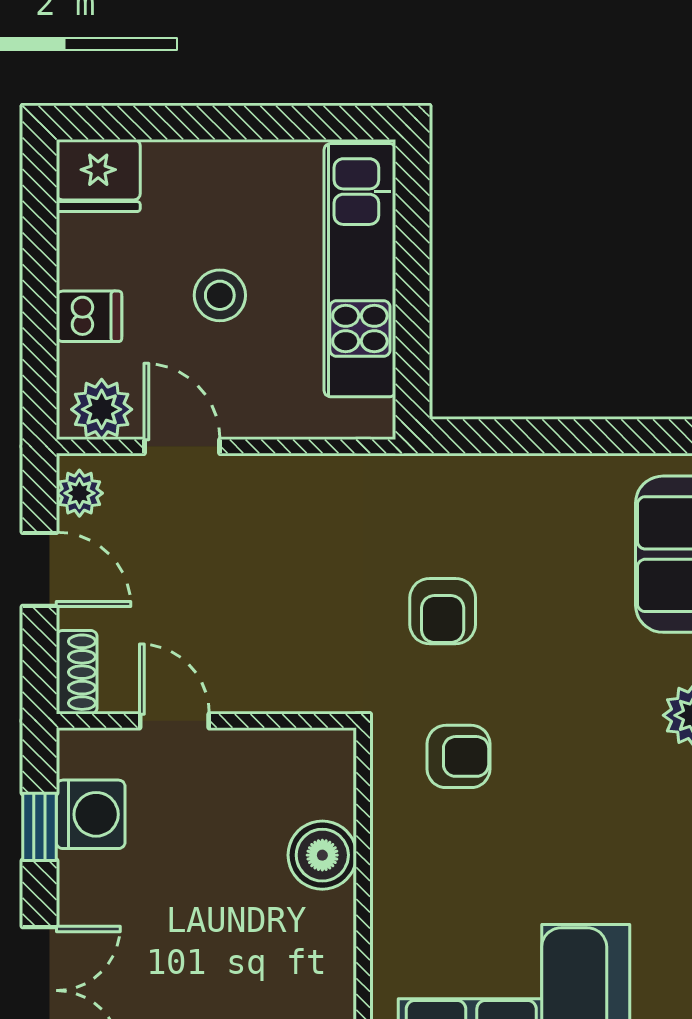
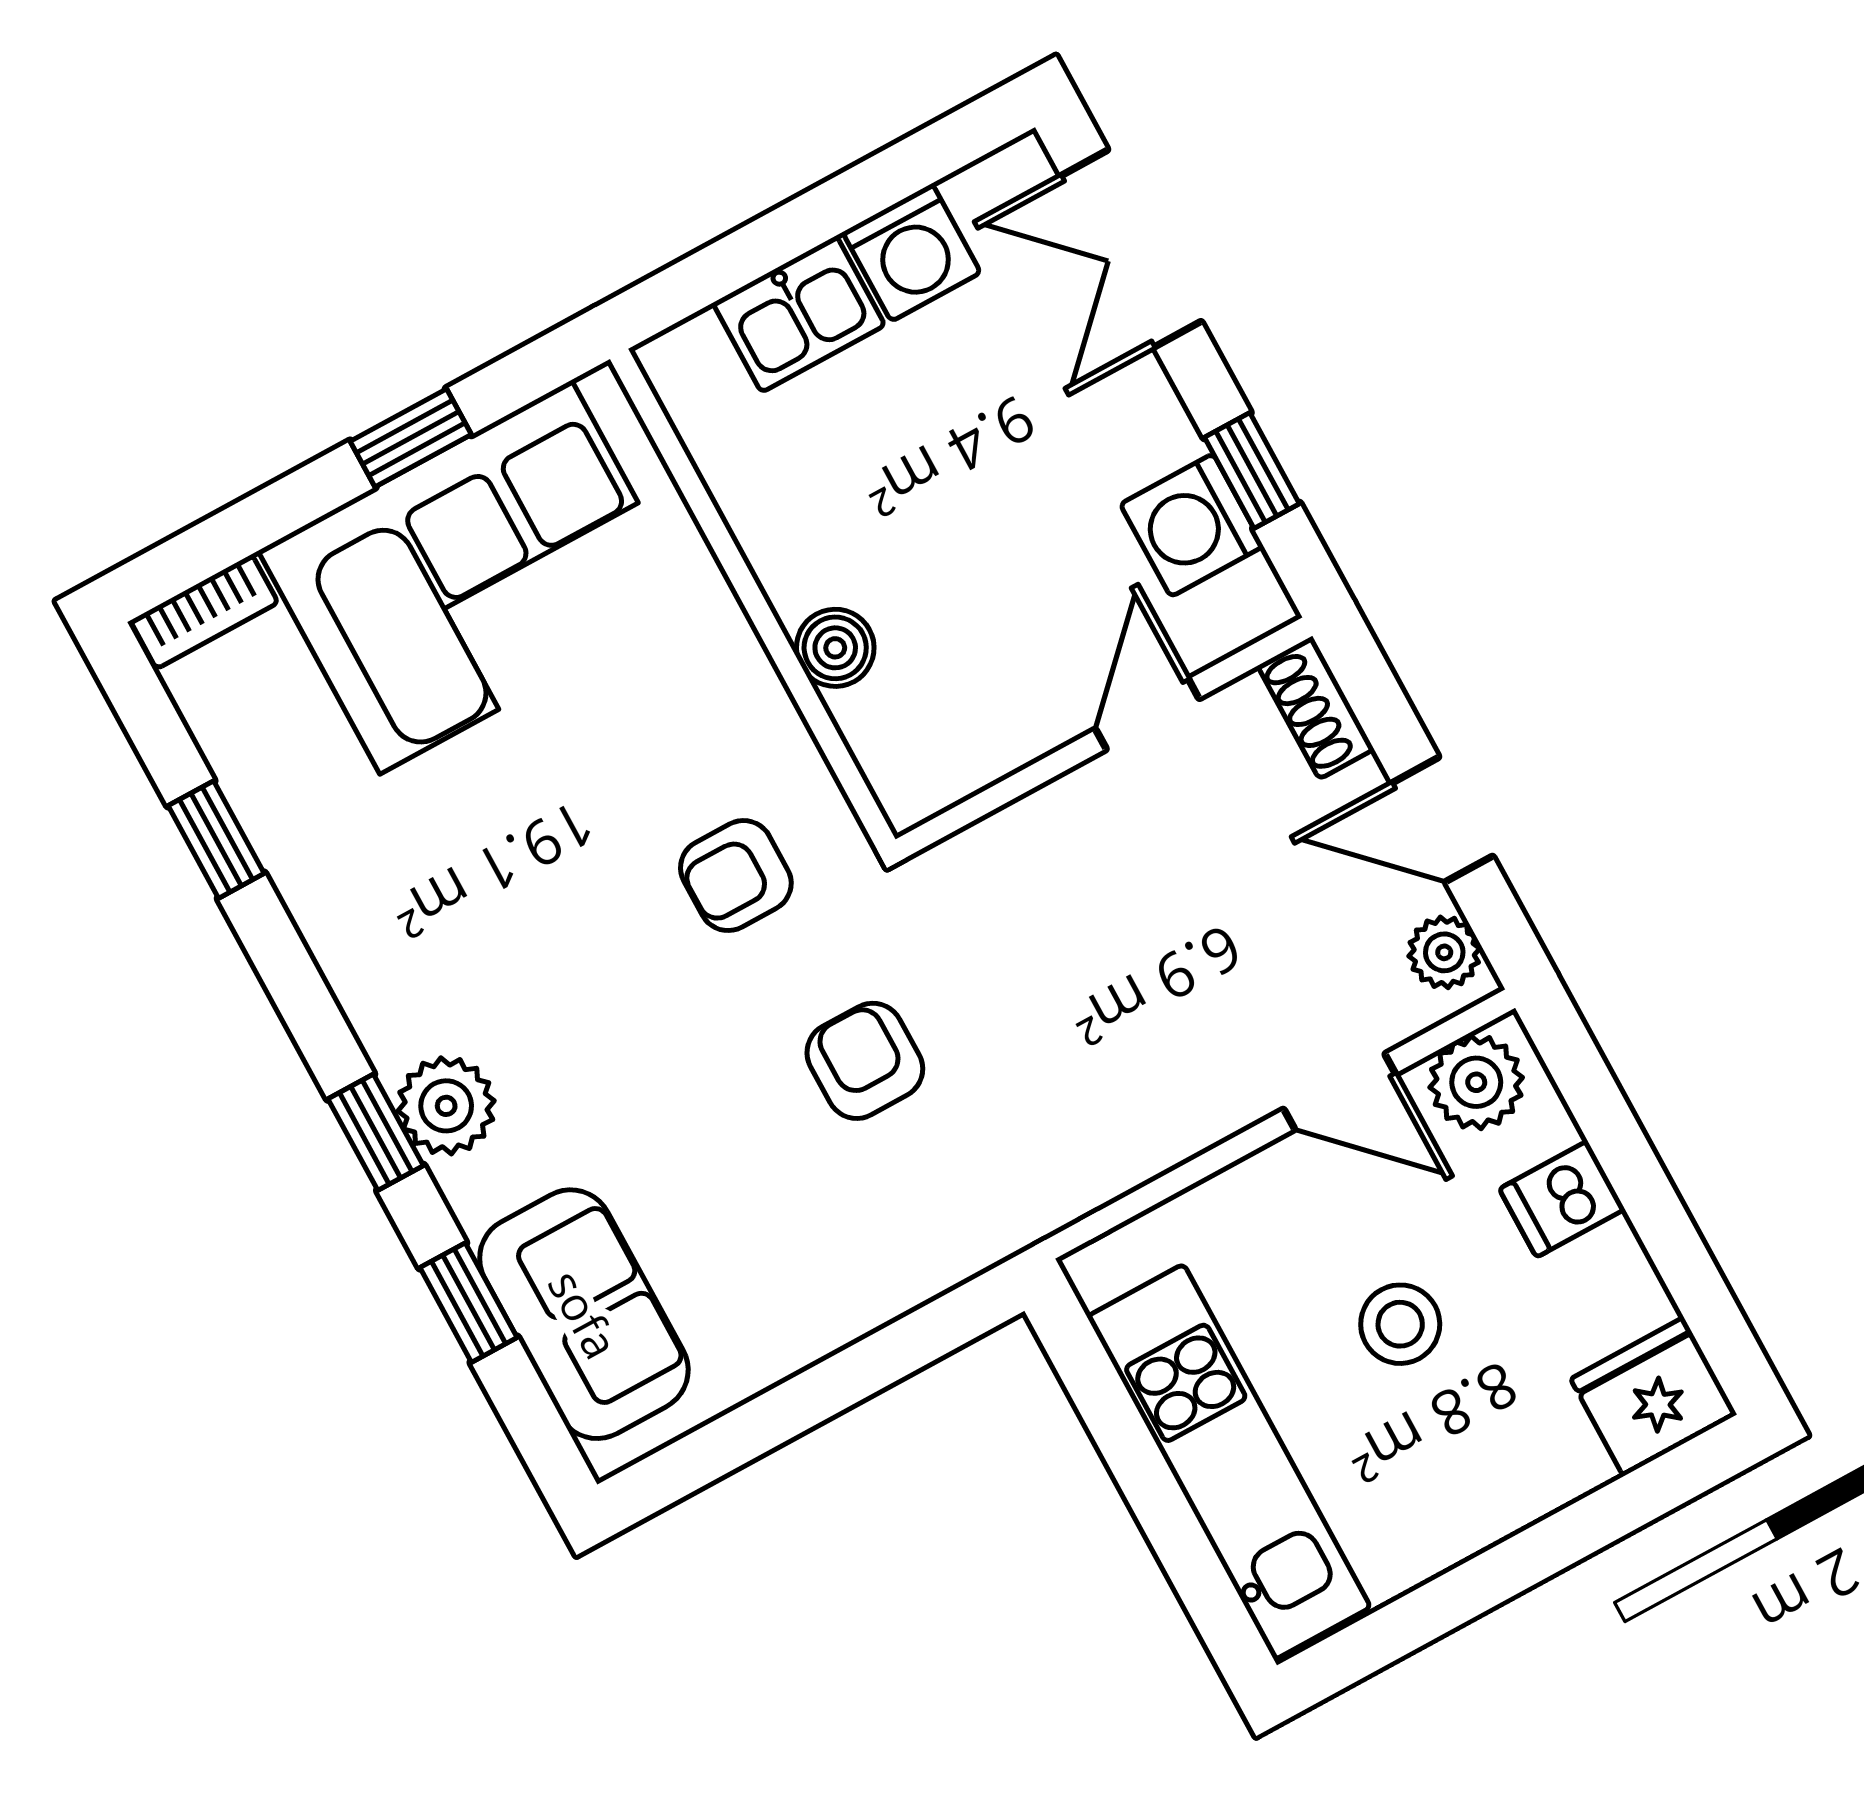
door: (174, 721) -> (1147, 714), swing flipped
boiler: (322, 855) -> (835, 648), width x0.73, depth x0.73

